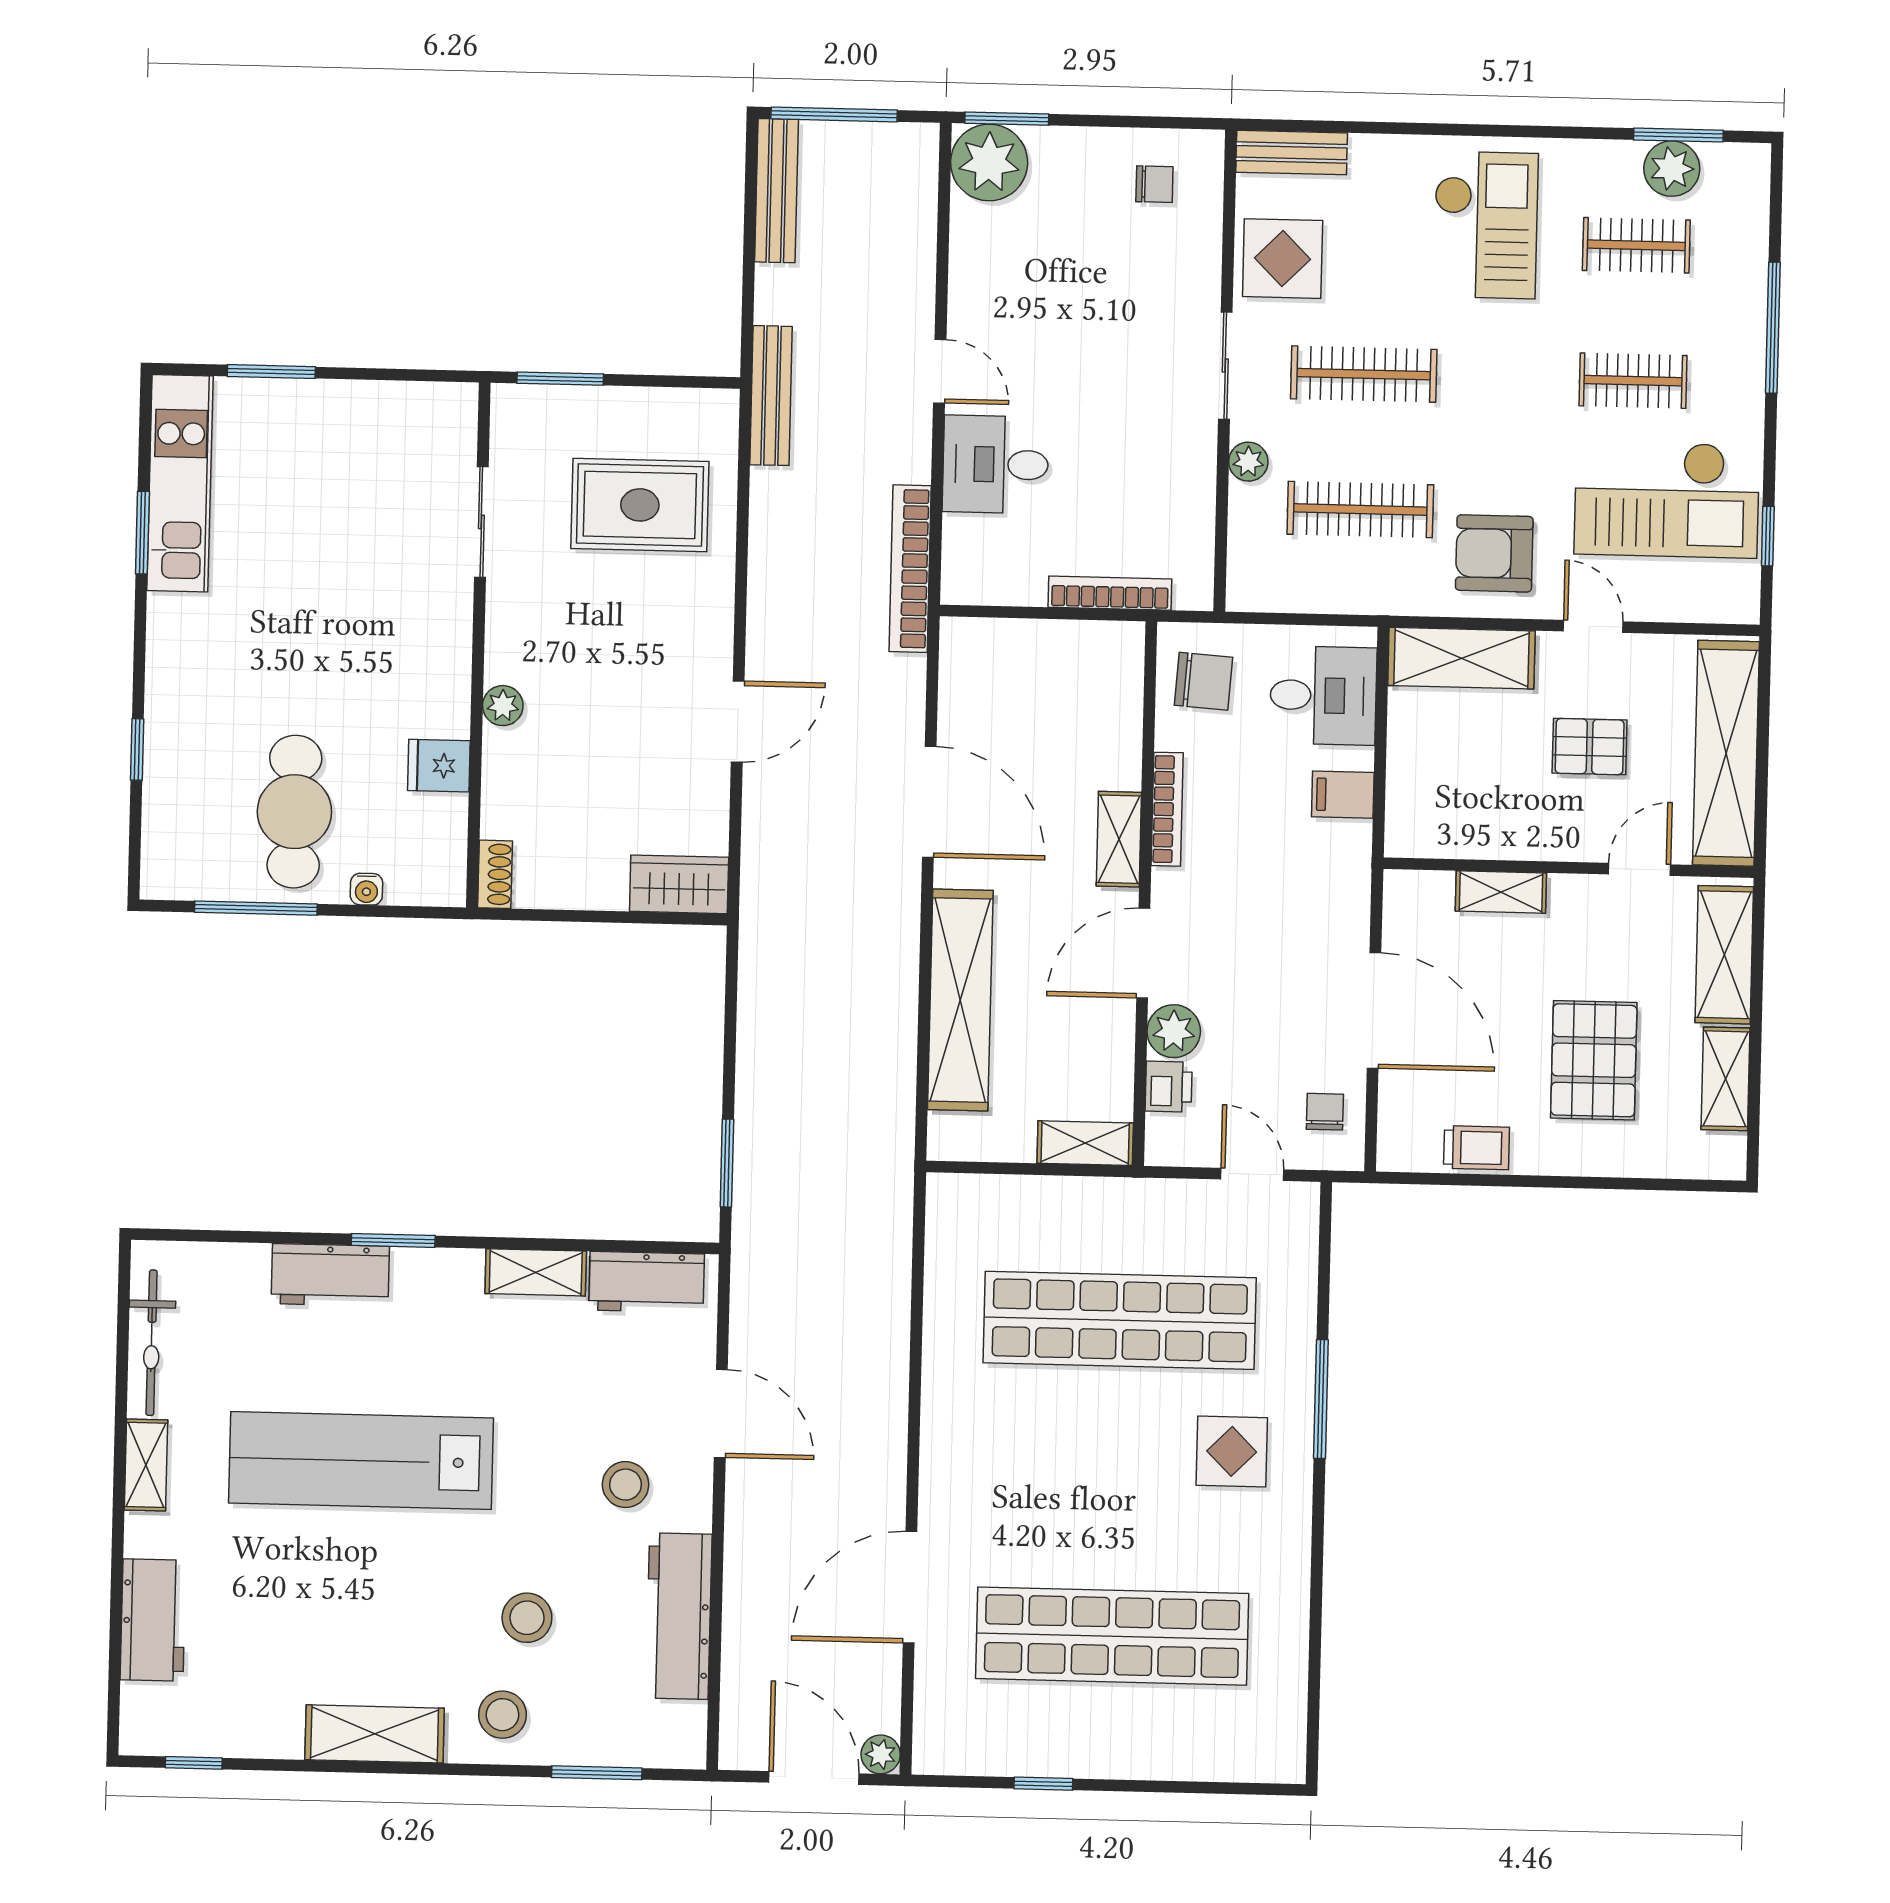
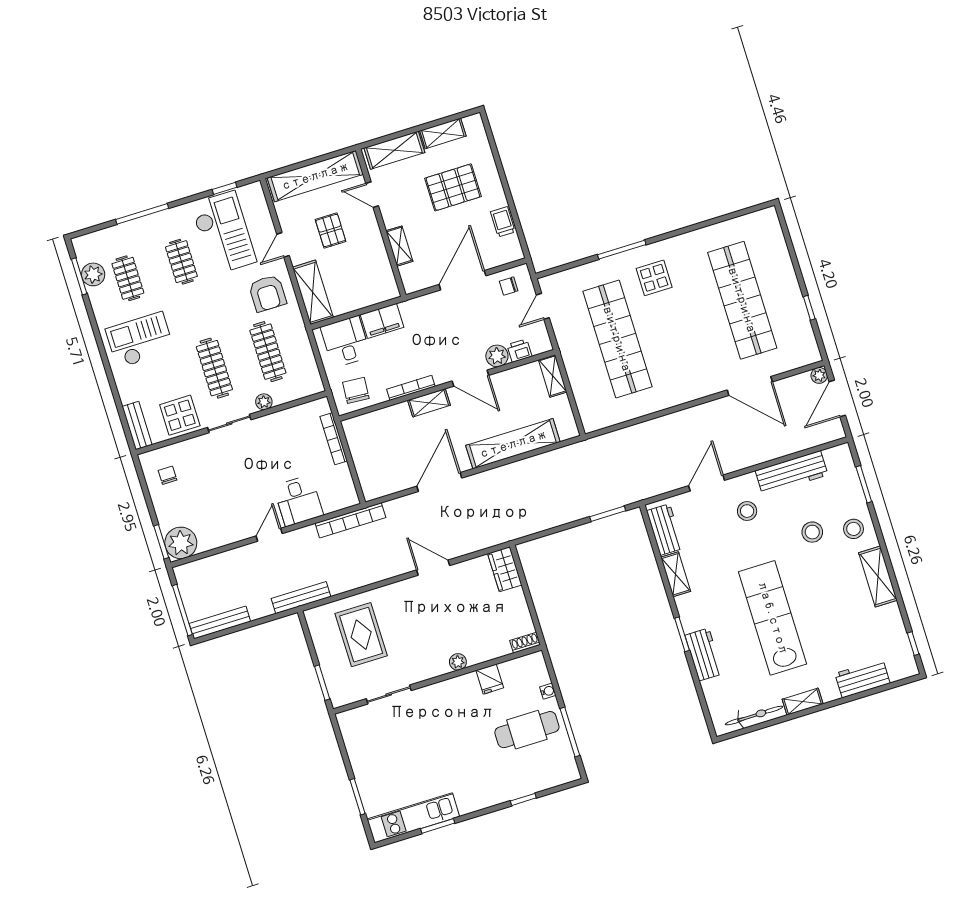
filing cabinet: (1343, 795) -> (382, 321), width x2.00
lab bench: (361, 1460) -> (773, 618), turned 180

